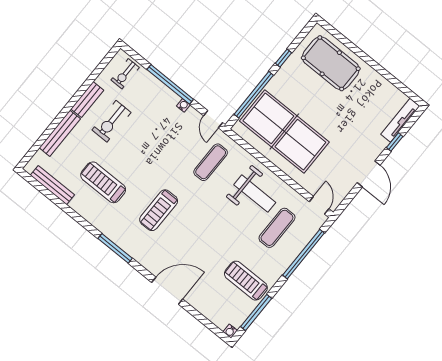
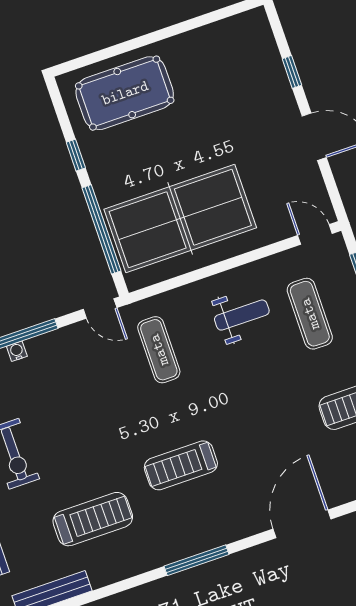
water cooler: (183, 105) -> (17, 351), moved
tv unit: (400, 120) -> (266, 45), removed
treadmill: (103, 182) -> (93, 519), turned 180
weight bench: (255, 194) -> (242, 315), width x0.73, depth x0.75
treadmill: (159, 210) -> (181, 465), turned 90

